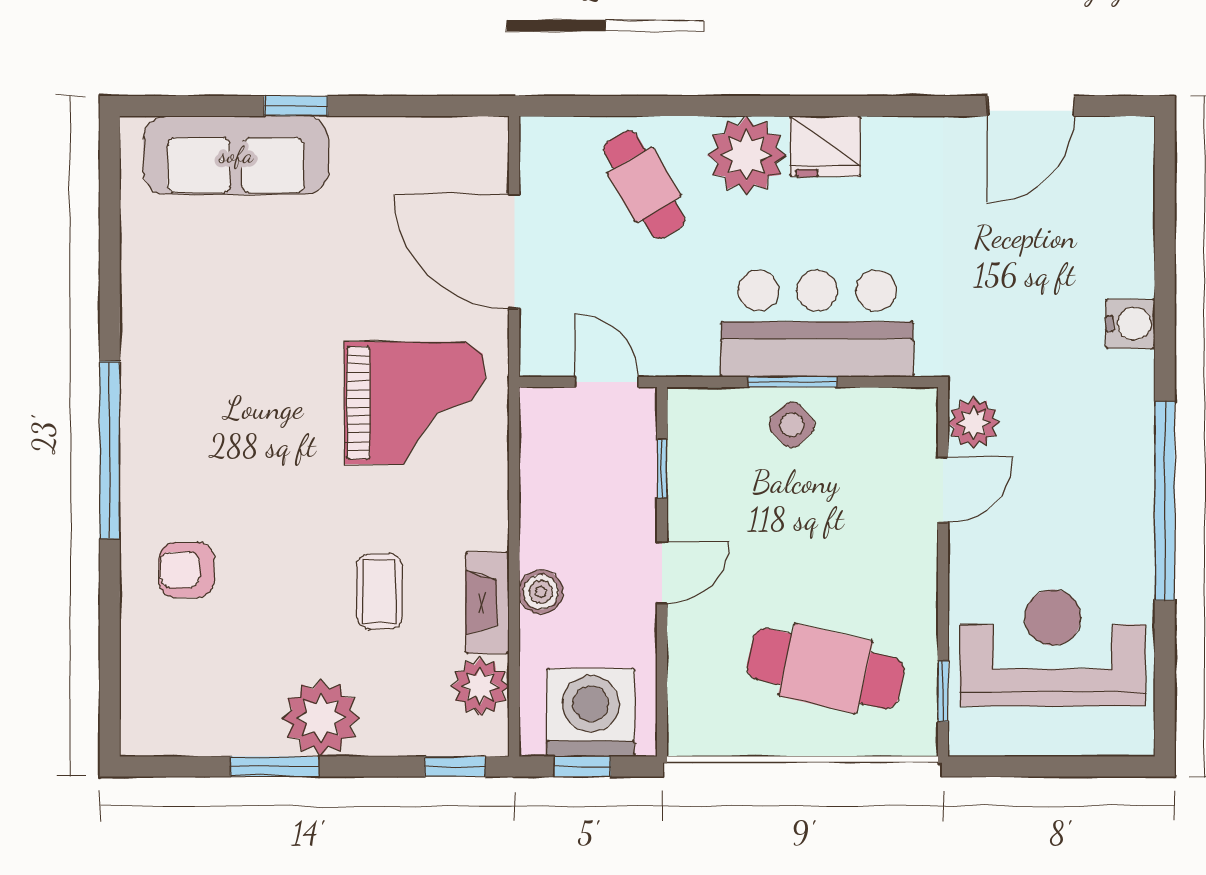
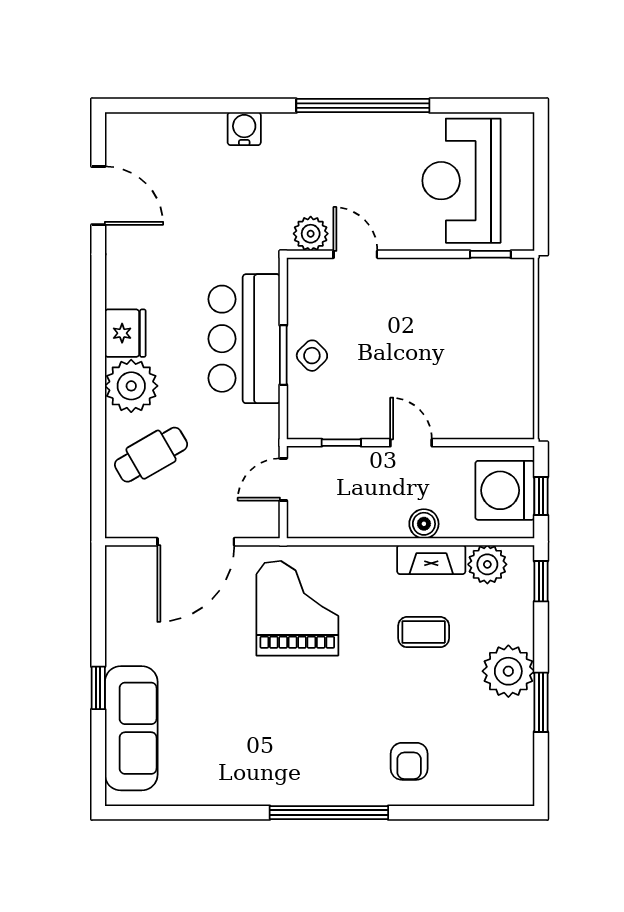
cafe table: (826, 669) -> (475, 333), removed

